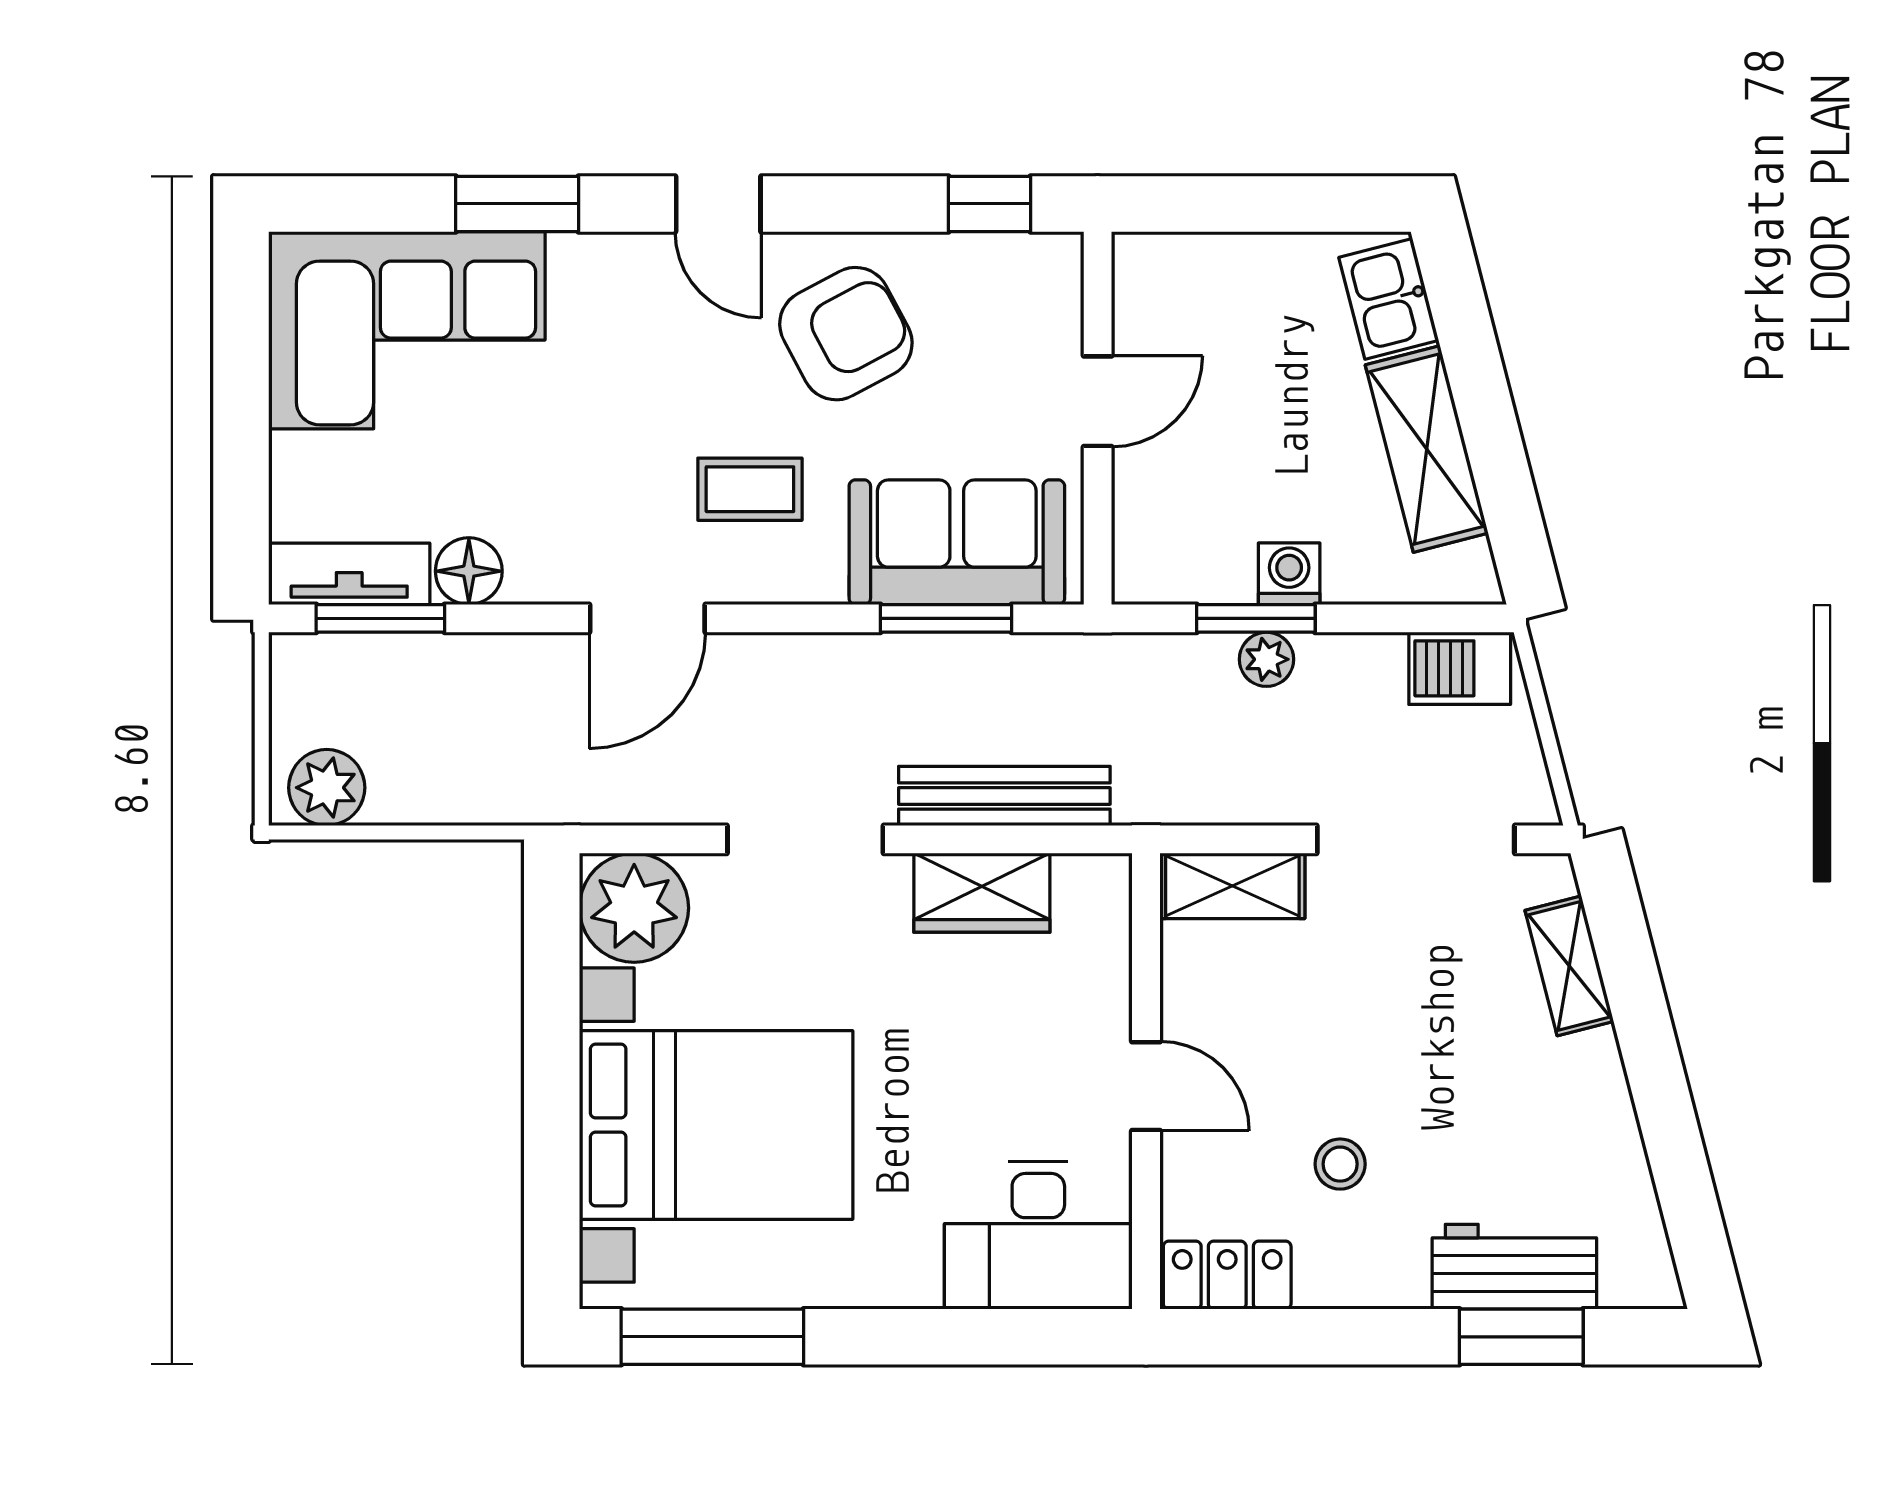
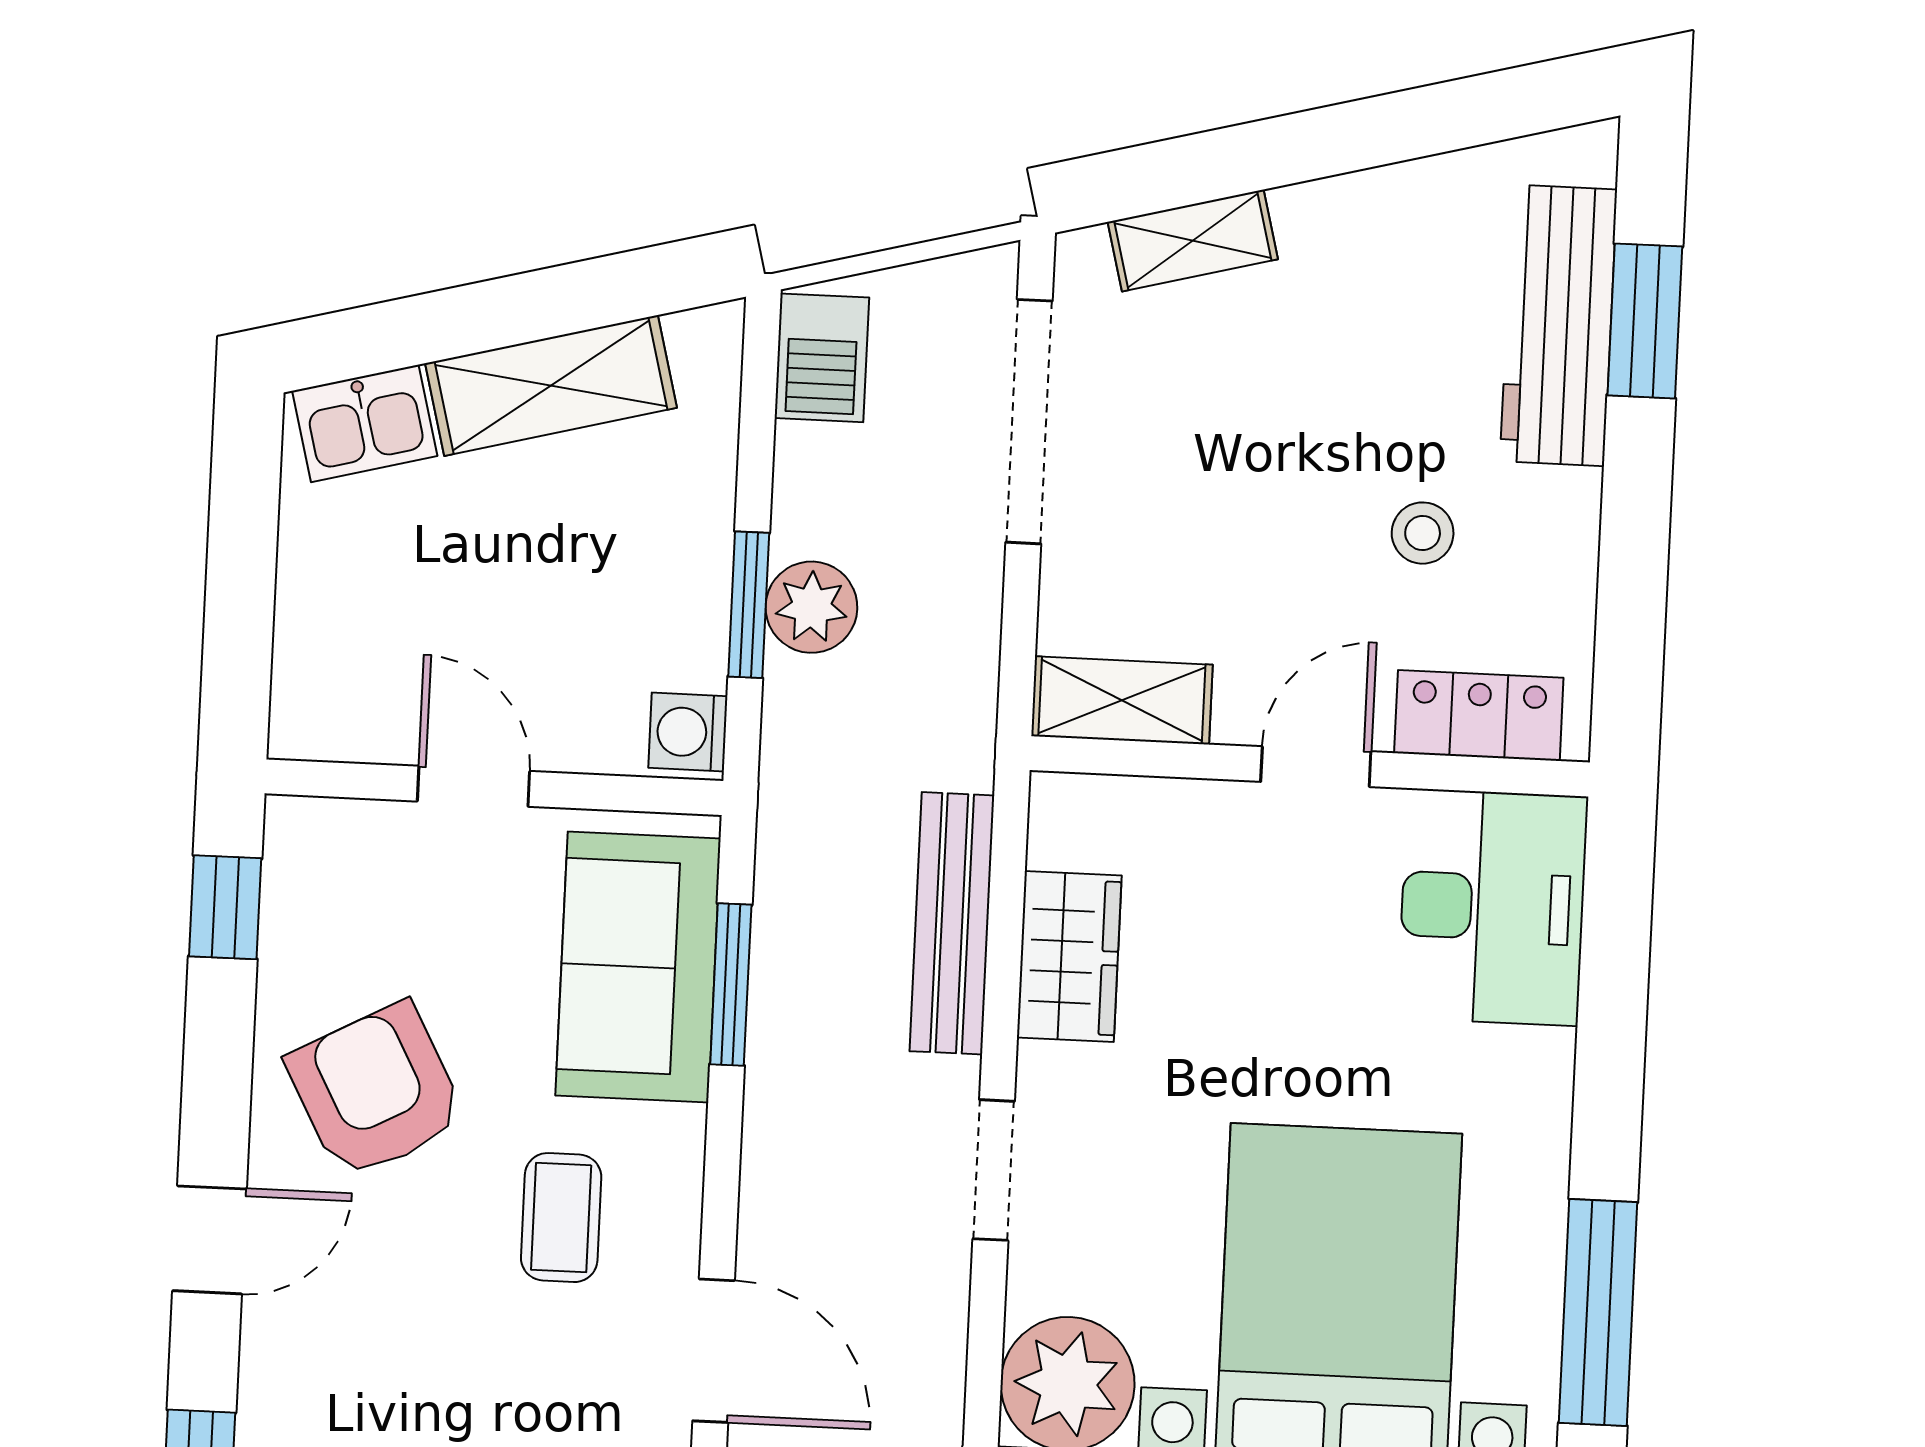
washing machine: (1289, 574) -> (688, 732), moved
plant: (1266, 659) -> (811, 607), width x1.38, depth x1.38
doorway: (805, 839) -> (994, 1170), width x0.73
shelving: (1232, 886) -> (1122, 700), moved, turned 90
workbench: (1514, 1267) -> (1558, 325), width x1.38
locker: (1227, 1275) -> (1479, 715), moved, turned 90

